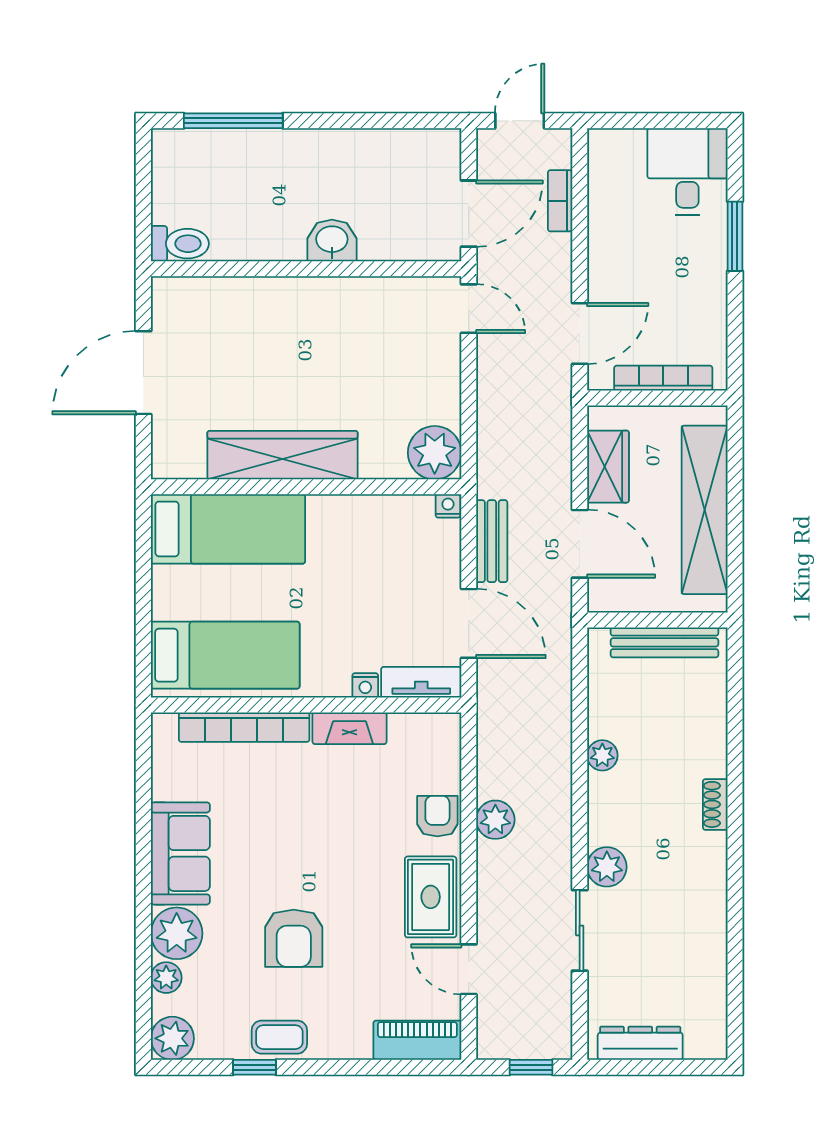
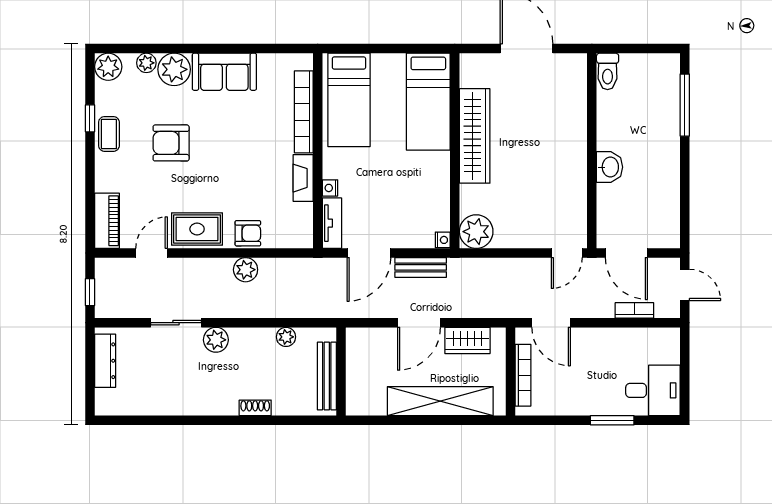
wall: (657, 620) -> (341, 371), moved
bench: (664, 642) -> (327, 376), moved

